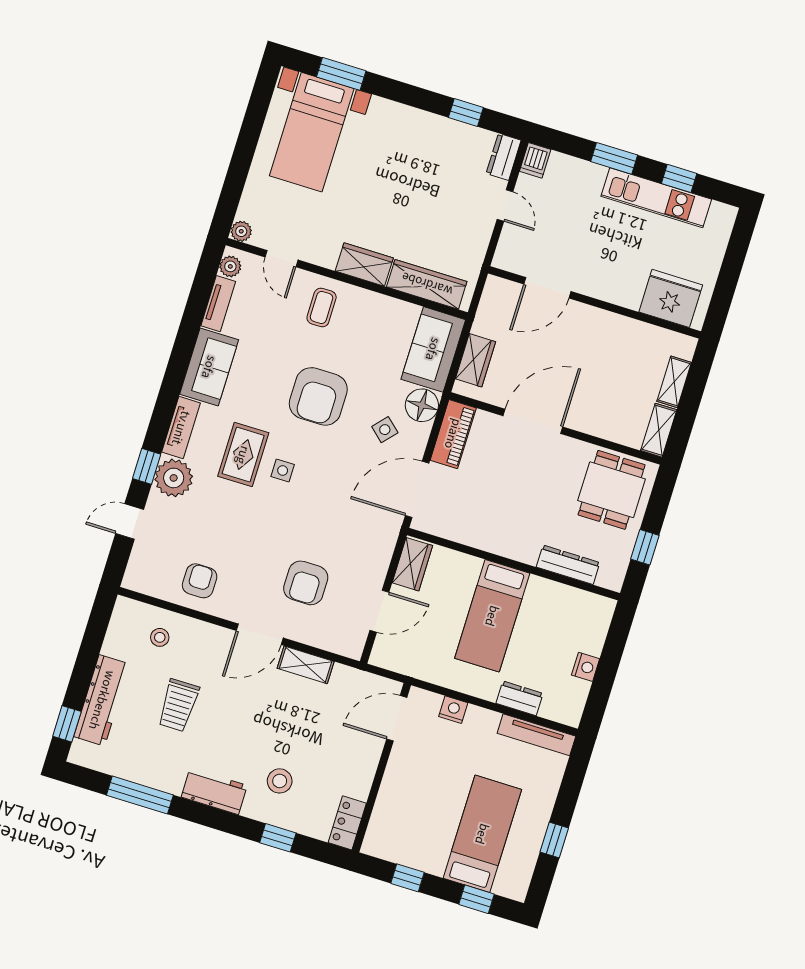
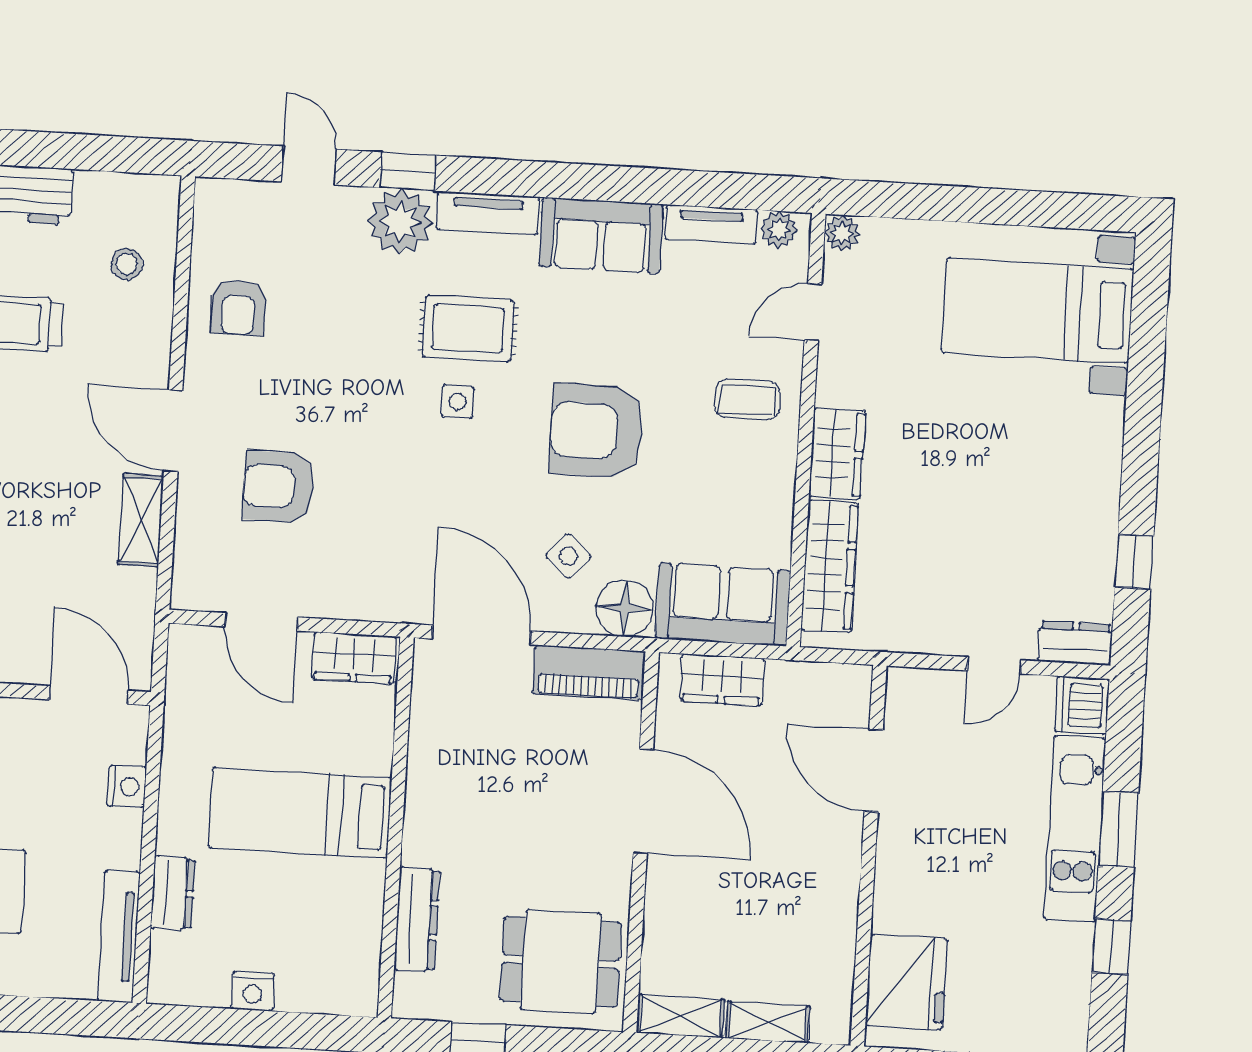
window: (341, 74) -> (1148, 336), removed
dishwasher: (535, 160) -> (1082, 705), width x1.38
kitchen unit: (656, 198) -> (1075, 829), moved
armchair: (200, 581) -> (238, 307), turned 90

